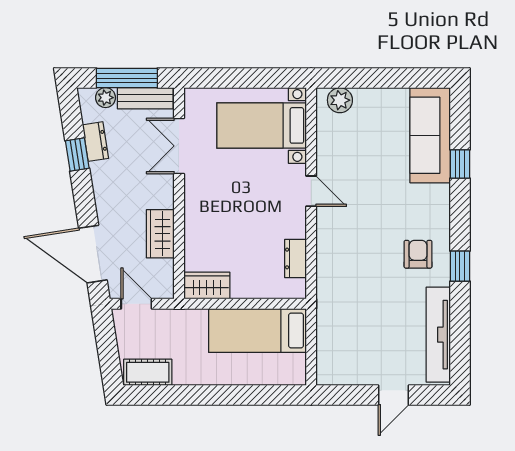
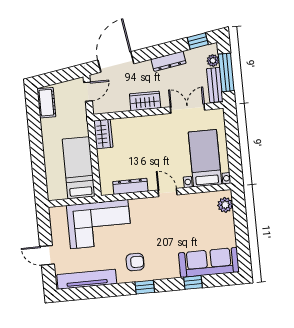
dresser: (96, 142) -> (169, 61), moved, width x1.44
window: (77, 155) -> (198, 41), moved
door: (311, 191) -> (168, 192), swing flipped
wardrobe: (160, 234) -> (145, 101), moved
dresser: (295, 258) -> (130, 186), width x1.44
window: (460, 266) -> (145, 287), moved
corner sofa: (351, 306) -> (99, 224), added

